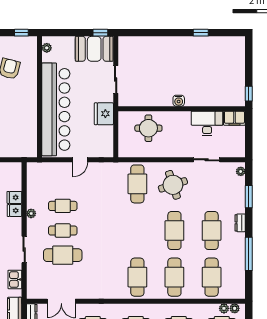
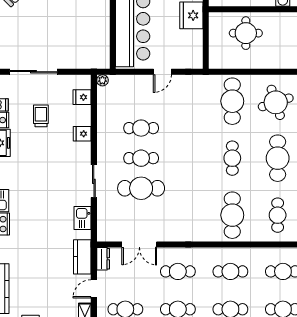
fridge: (14, 197) -> (82, 97), moved
plant: (31, 213) -> (102, 80), moved
cafe table: (137, 231) -> (232, 158), added
cafe table: (174, 277) -> (278, 215), width x0.73, depth x0.74

